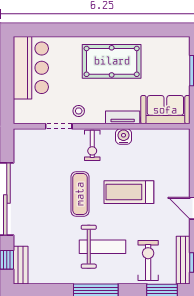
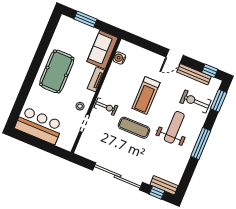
water cooler: (124, 136) -> (119, 58), moved
bench: (183, 260) -> (194, 74), moved

